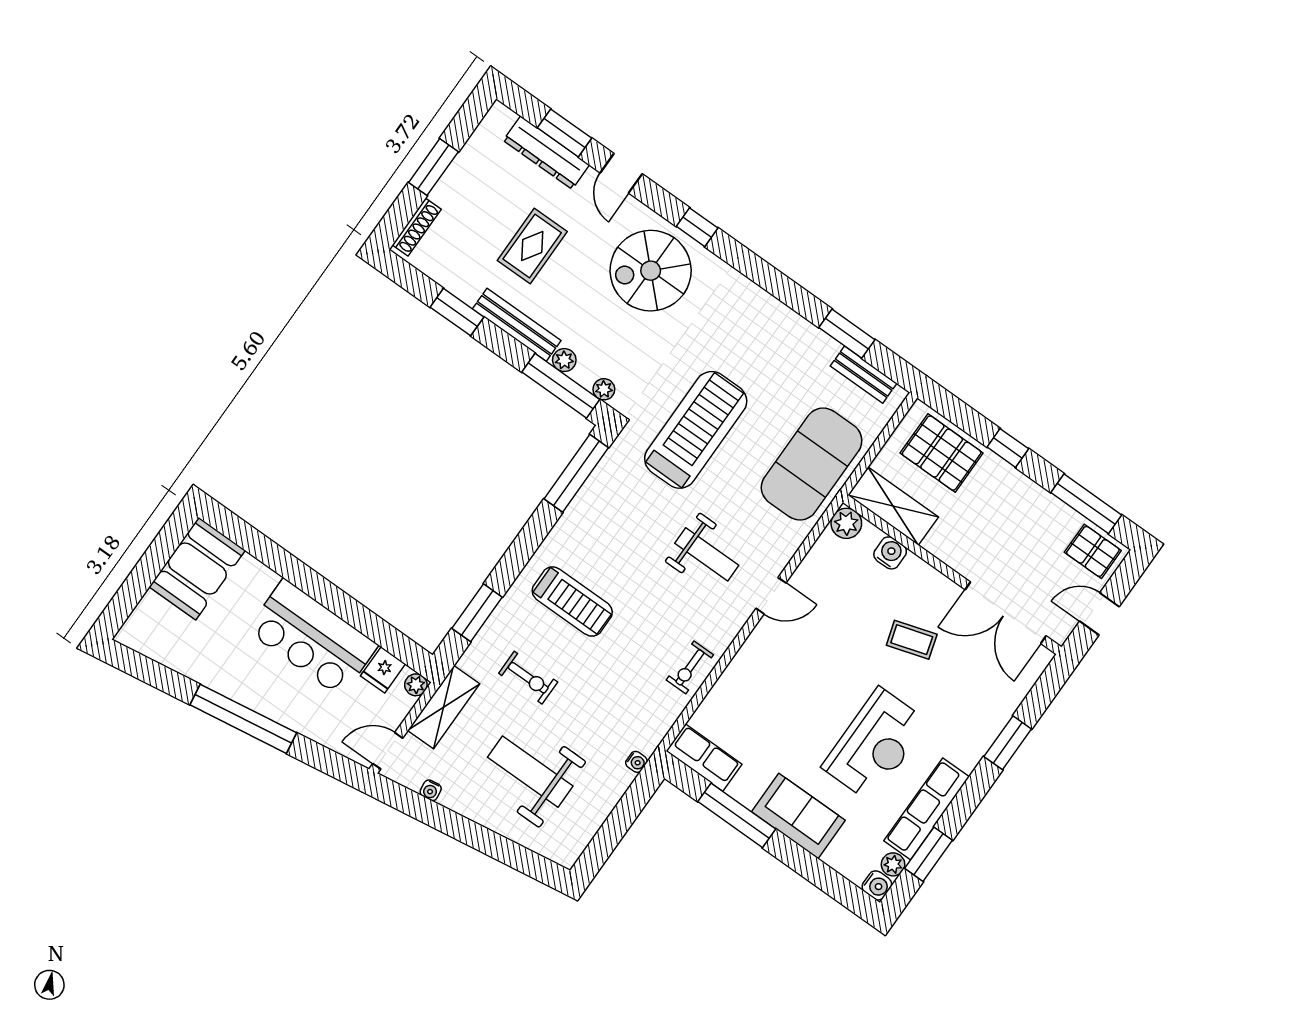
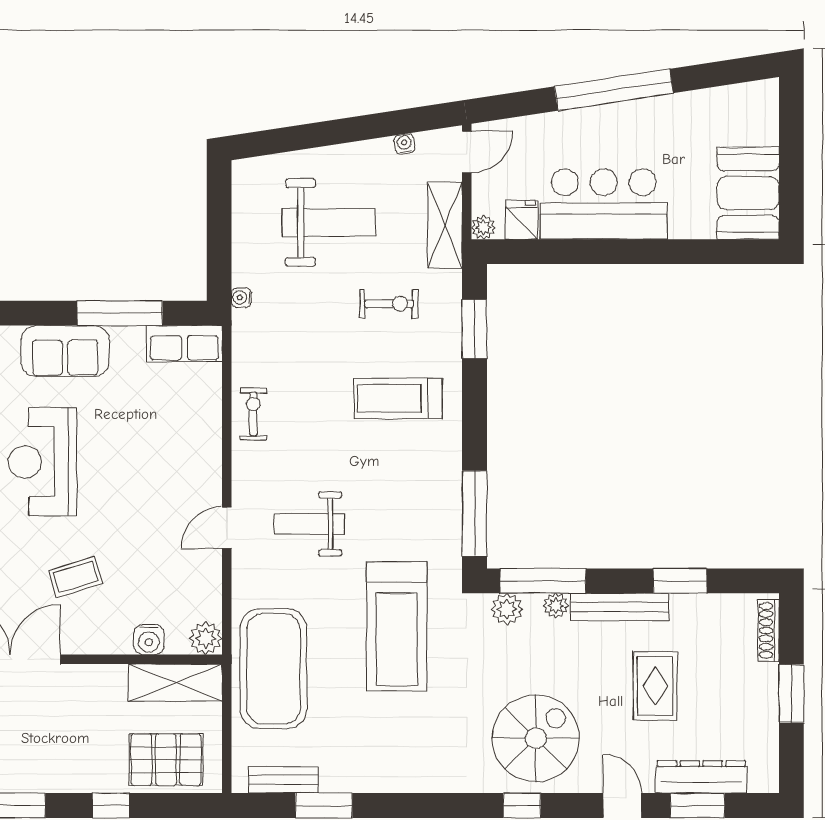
plant: (604, 389) -> (507, 609), width x1.38, depth x1.38
exercise bike: (528, 678) -> (389, 304), turned 180

